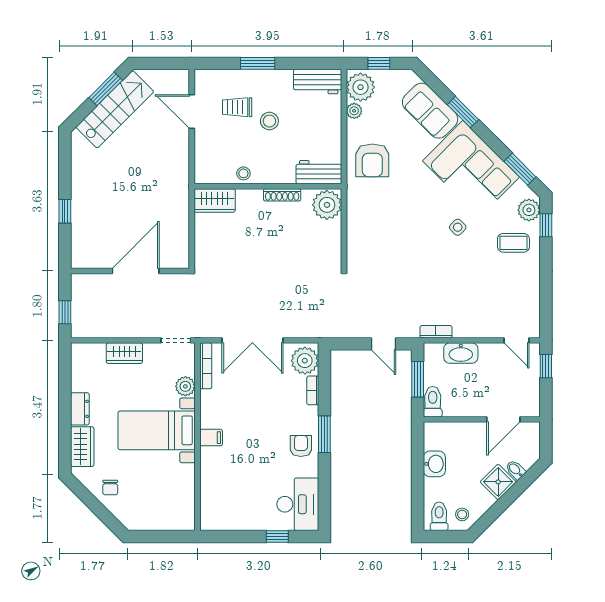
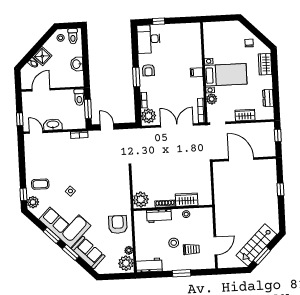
window: (379, 63) -> (117, 276), removed
door: (192, 112) -> (215, 246), hinge flipped
window: (520, 169) -> (52, 235), moved
workbench: (319, 172) -> (159, 216), moved
wardrobe: (215, 200) -> (187, 200), moved
door: (136, 271) -> (241, 159), swing flipped
washbasin: (461, 353) -> (53, 125), moved
dresser: (80, 409) -> (268, 98), moved

